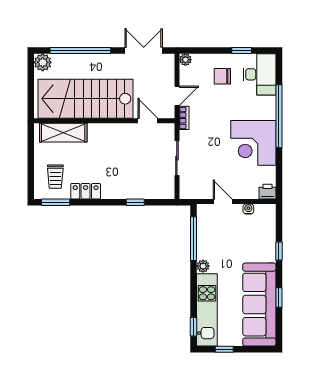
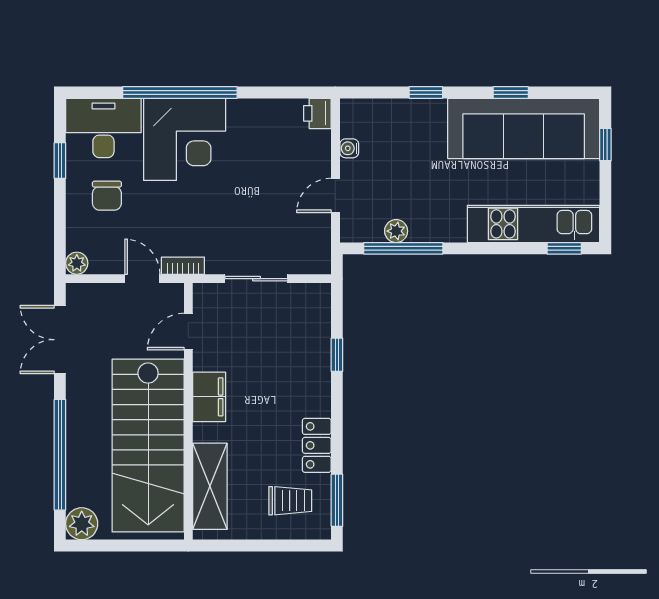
filing cabinet: (112, 132) -> (209, 397), added
corner desk: (253, 143) -> (185, 139), moved
plant: (203, 266) -> (396, 231), moved
window: (224, 349) -> (605, 144), moved

